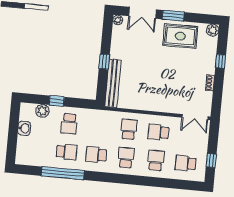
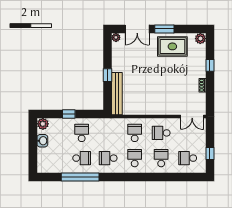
plant: (42, 111) -> (43, 124), moved
school desk: (69, 124) -> (82, 133), turned 180

